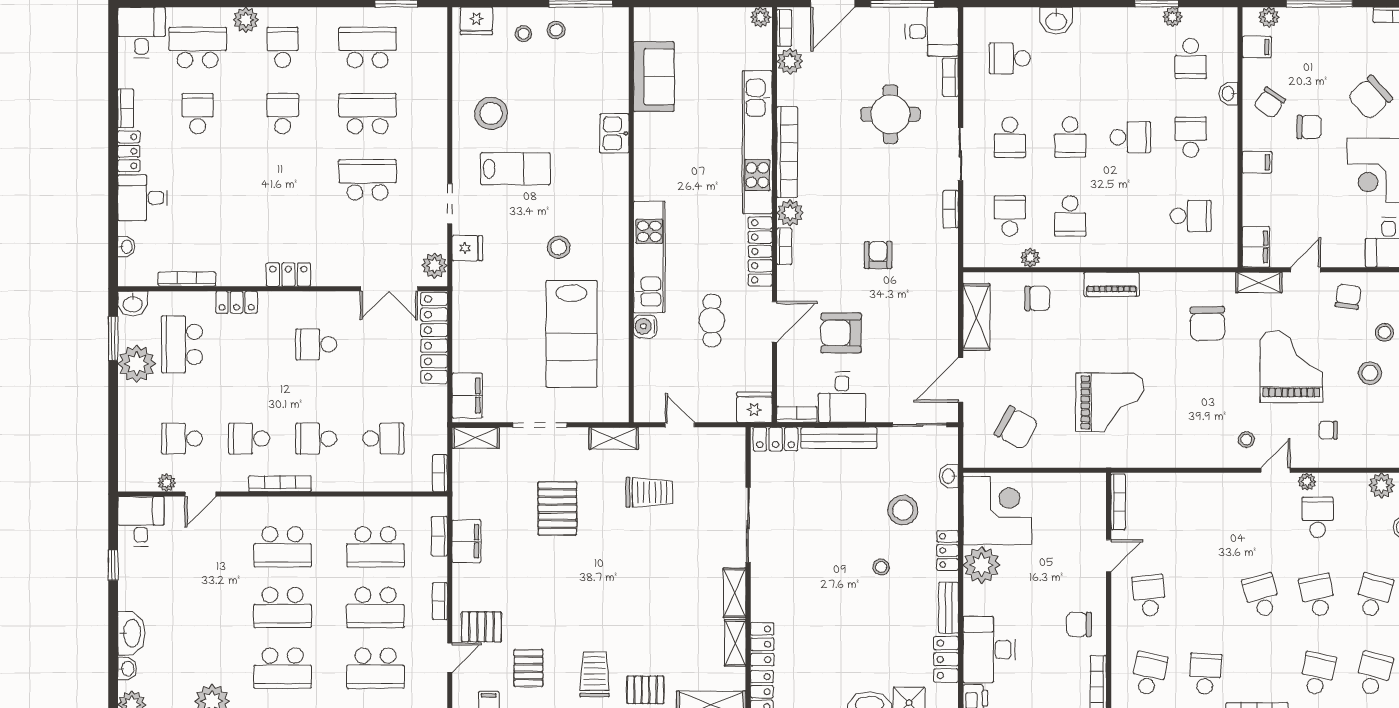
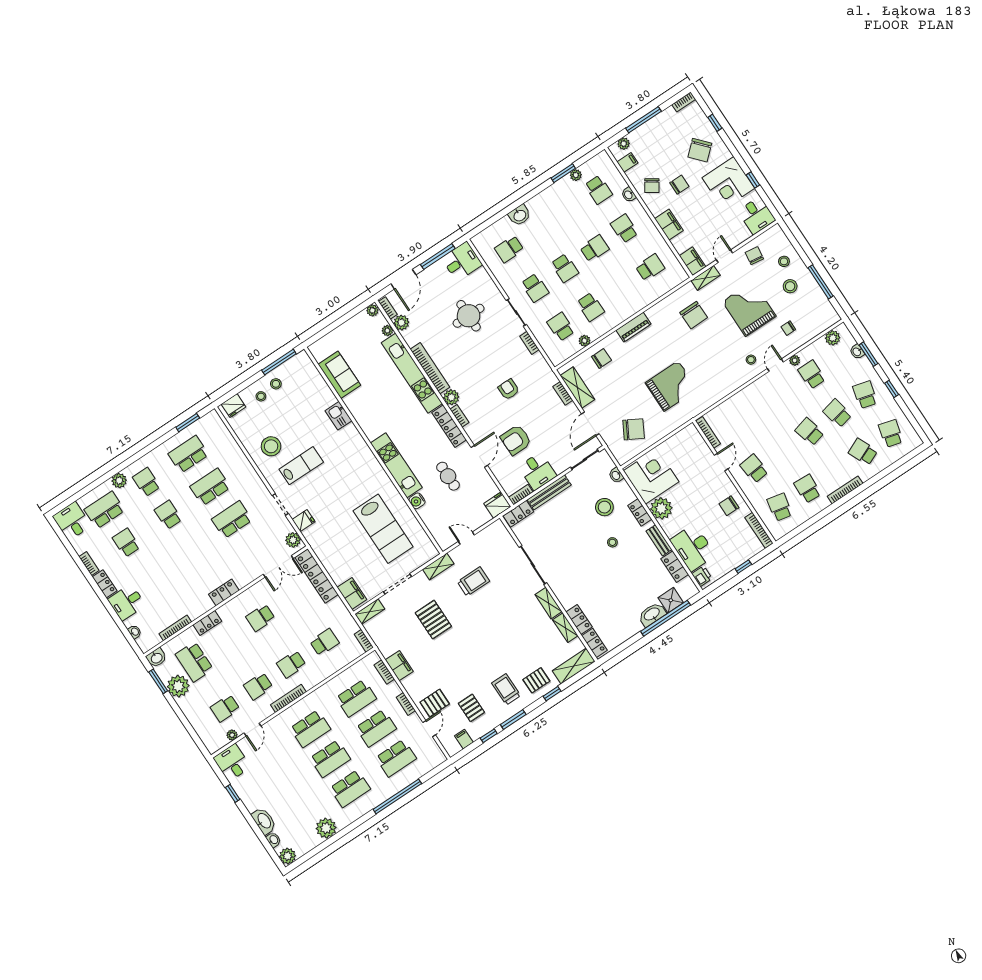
plant: (763, 59) -> (387, 331), added
bookcase: (951, 77) -> (563, 393), moved
filing cabinet: (1257, 162) -> (669, 225), width x2.00
stool: (559, 247) -> (348, 490), removed
school desk: (1318, 674) -> (863, 452), turned -36

